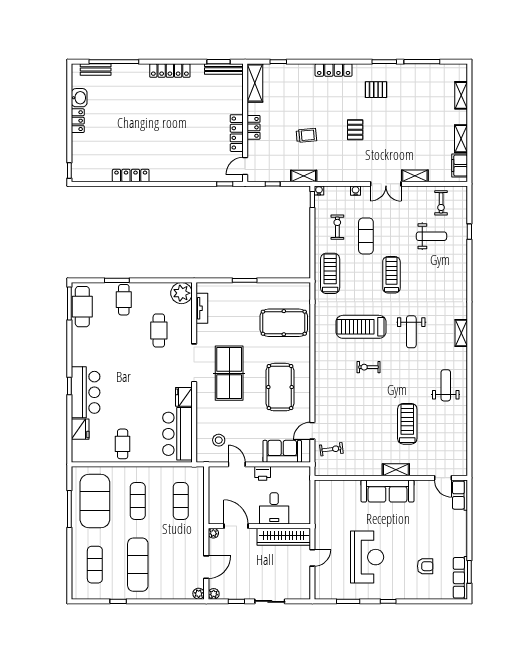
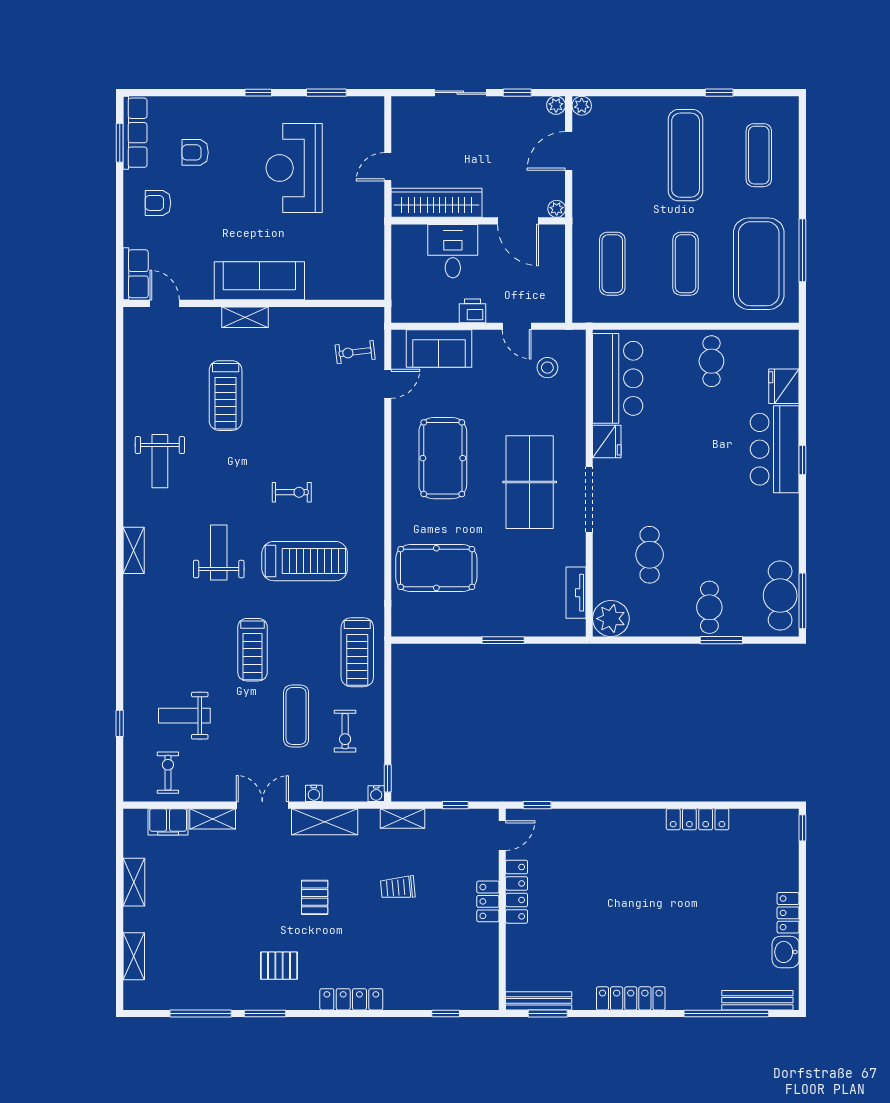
bench: (96, 69) -> (757, 1000), width x1.36
shelving: (255, 83) -> (325, 822), moved, turned 90
filing cabinet: (460, 166) -> (168, 822), moved, turned 90
armchair: (447, 537) -> (158, 203), added

